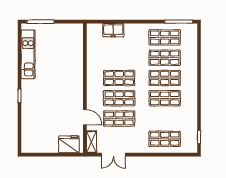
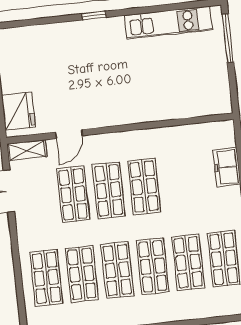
shop shelf: (165, 119) -> (82, 274), added

